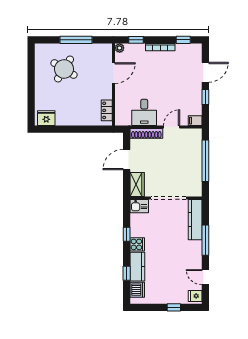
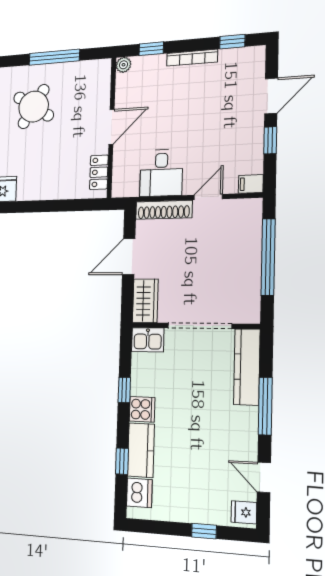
door: (114, 73) -> (111, 127), moved

